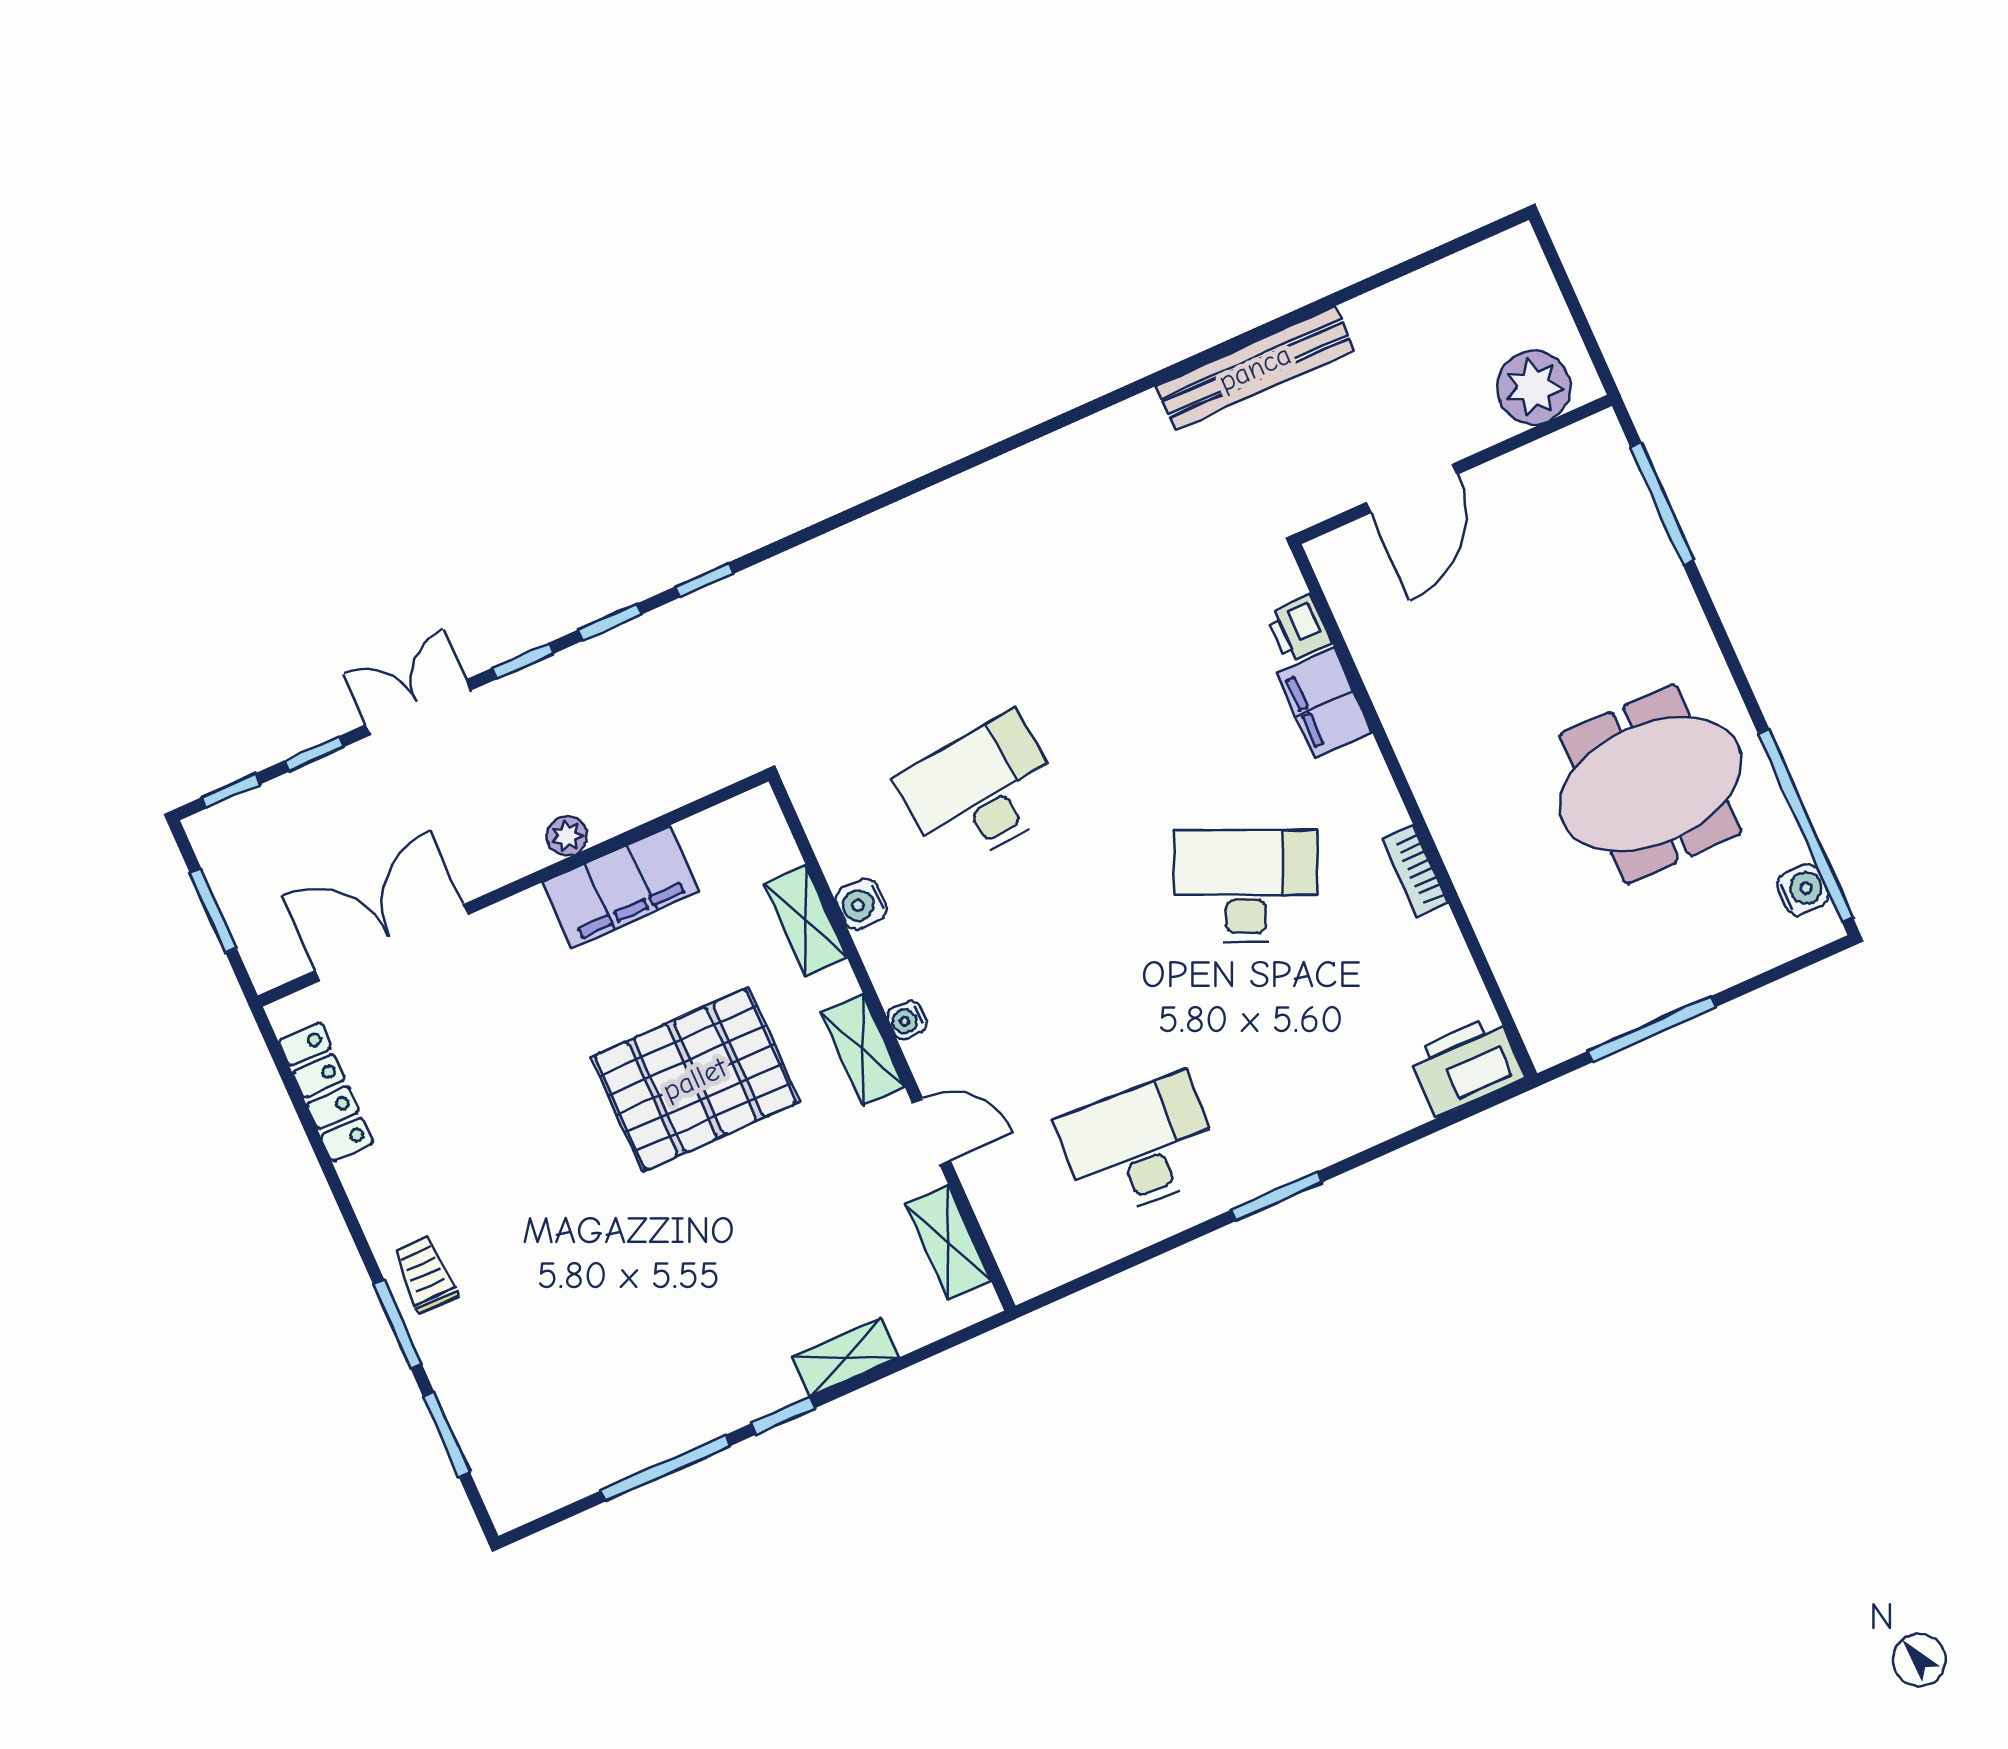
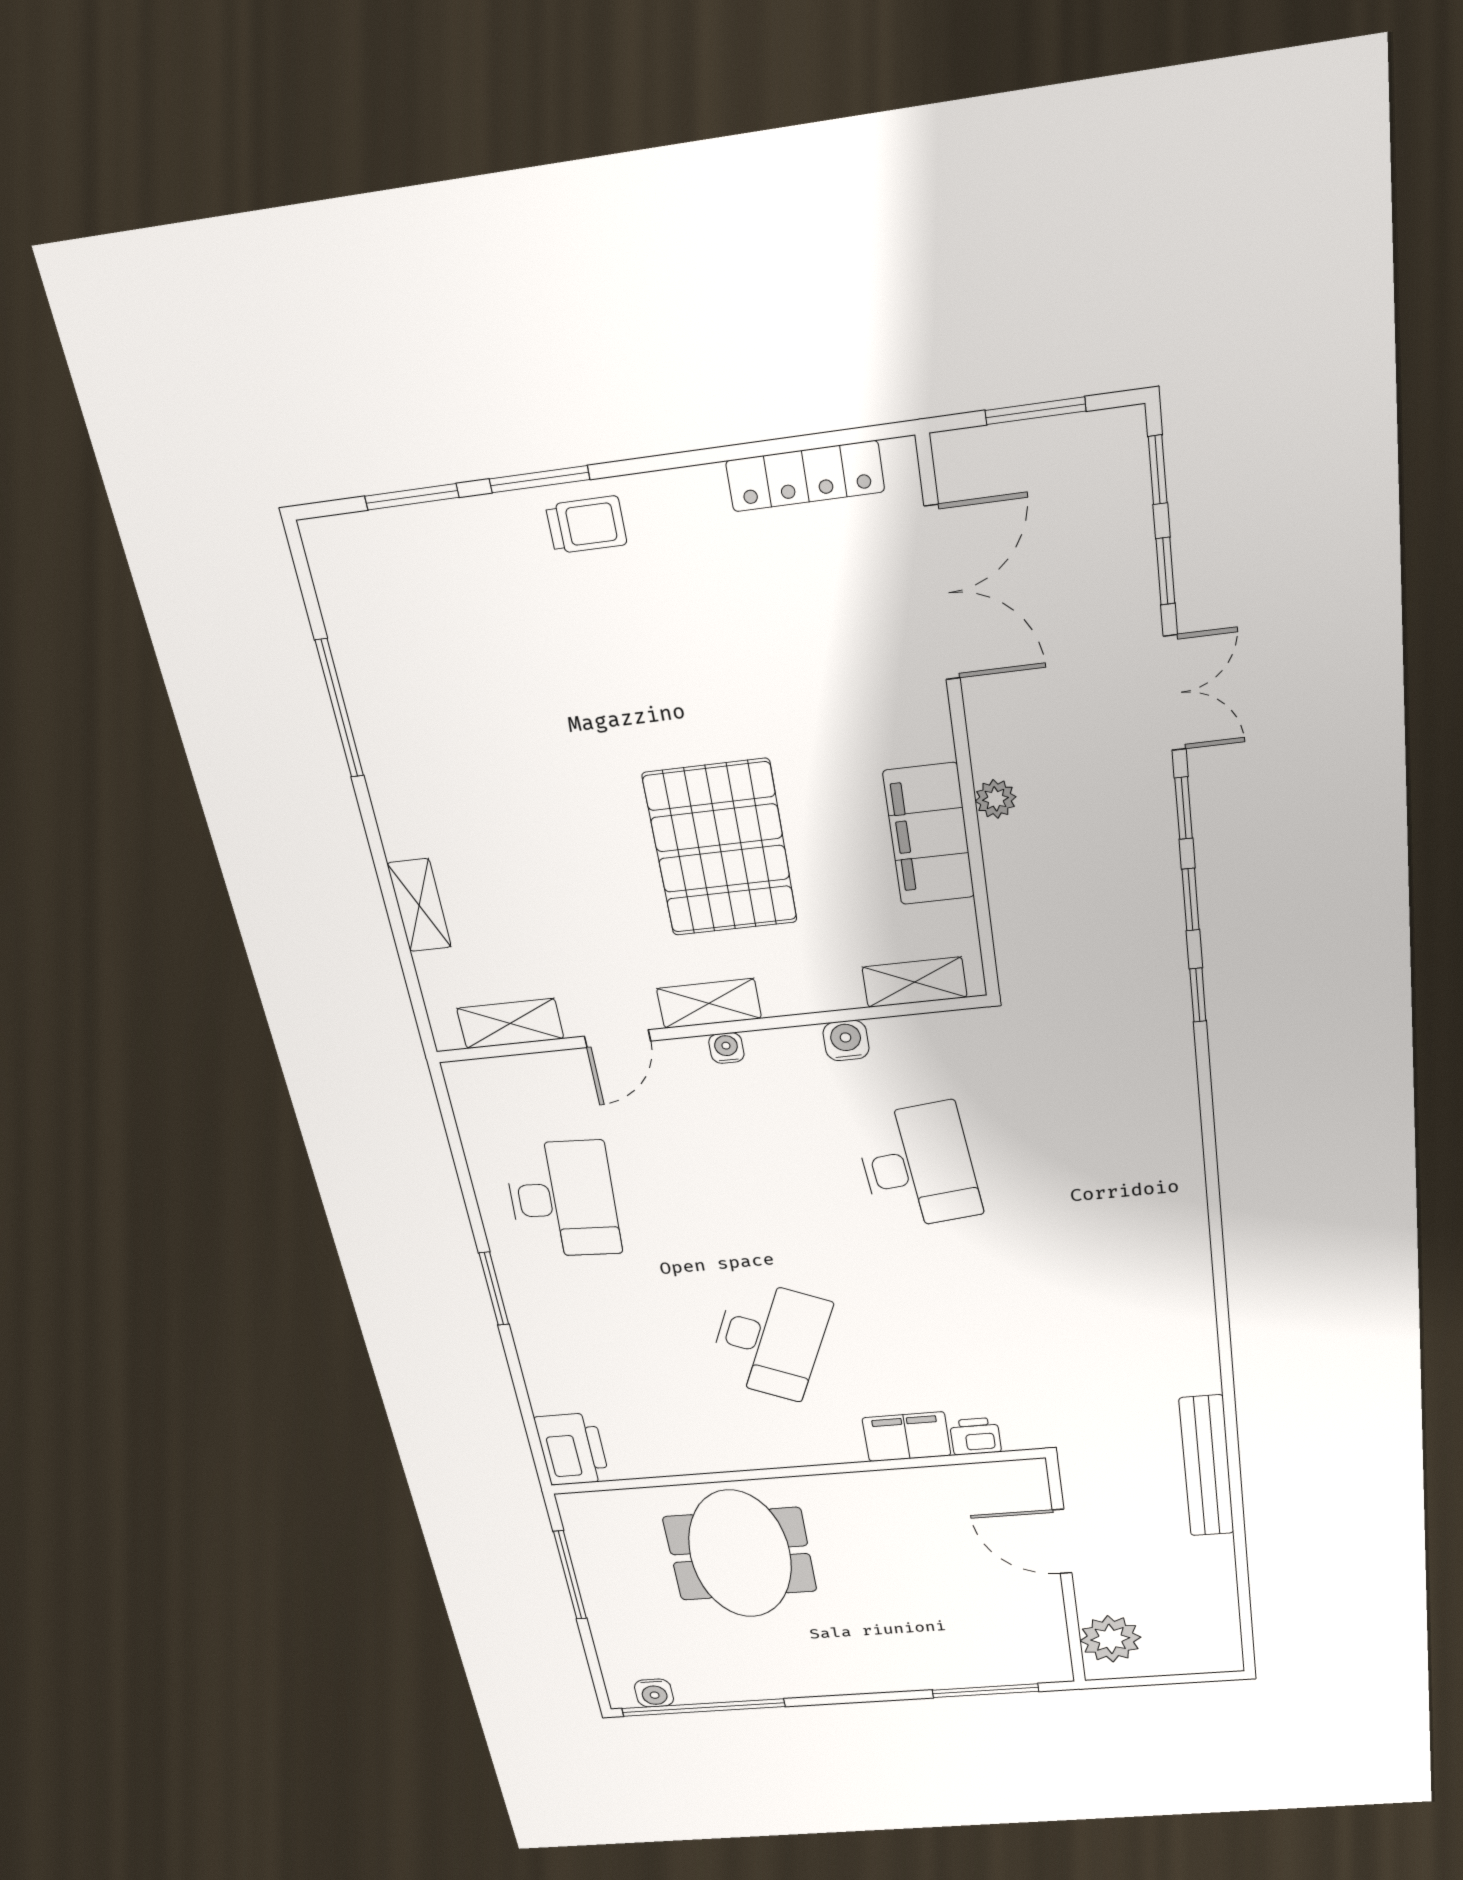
meeting table: (1651, 784) -> (740, 1554), moved
bookcase: (1415, 871) -> (745, 1459), removed
shelving: (806, 921) -> (915, 982), moved
window: (783, 1416) -> (373, 833), removed

